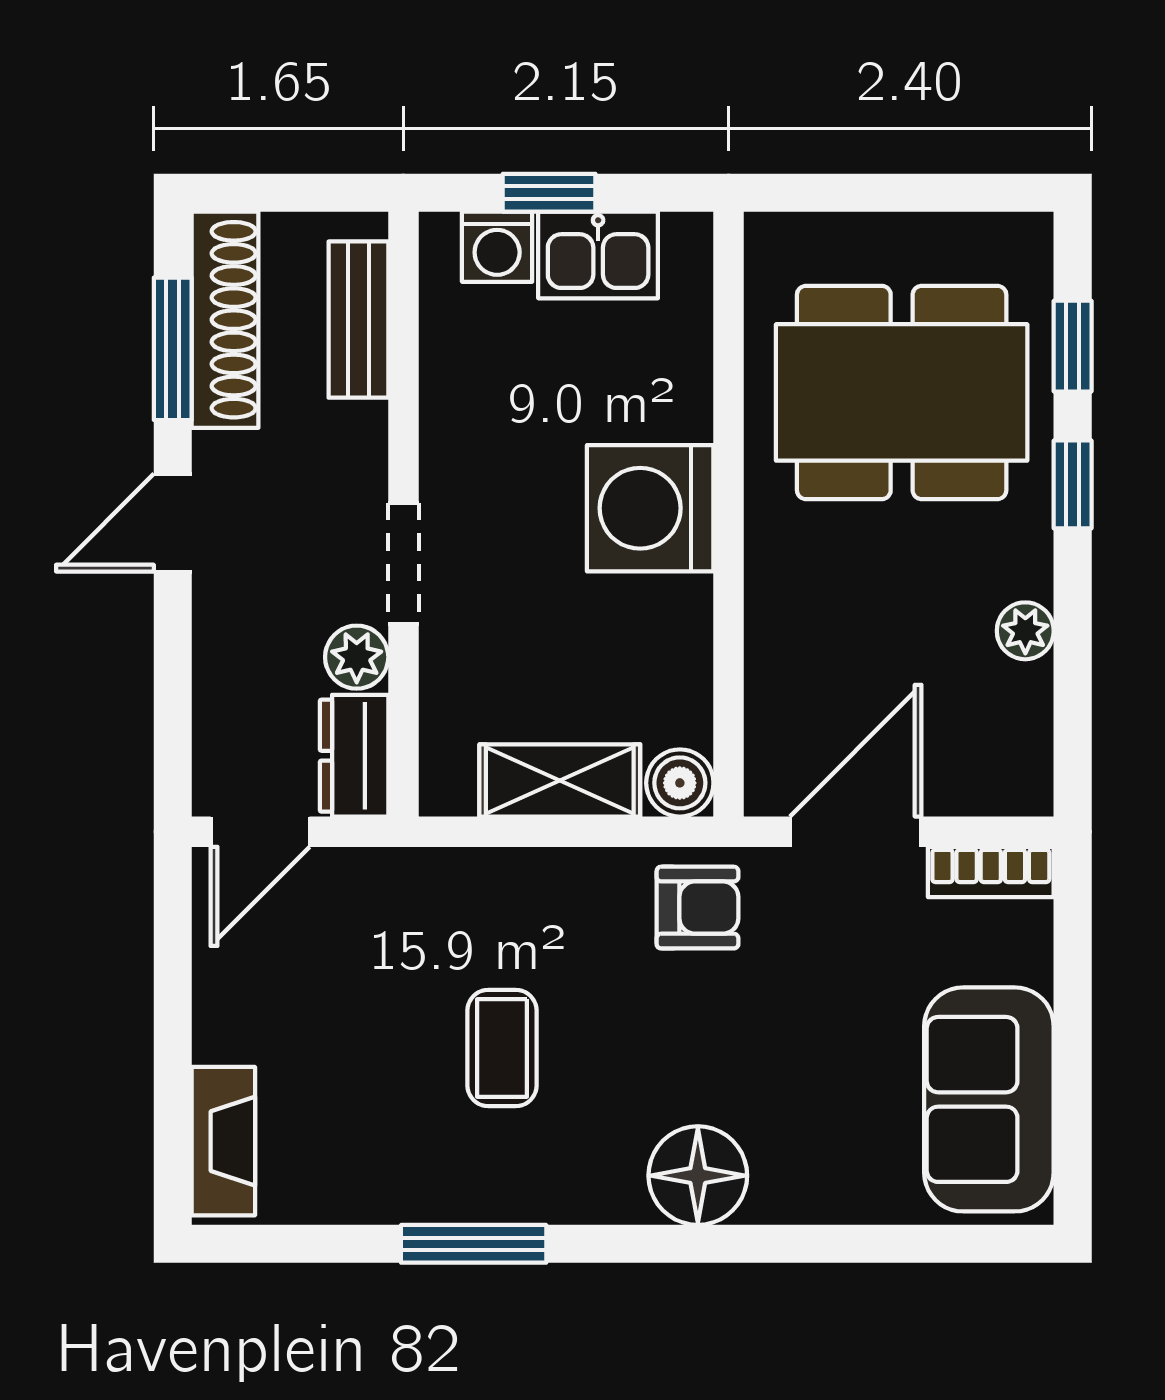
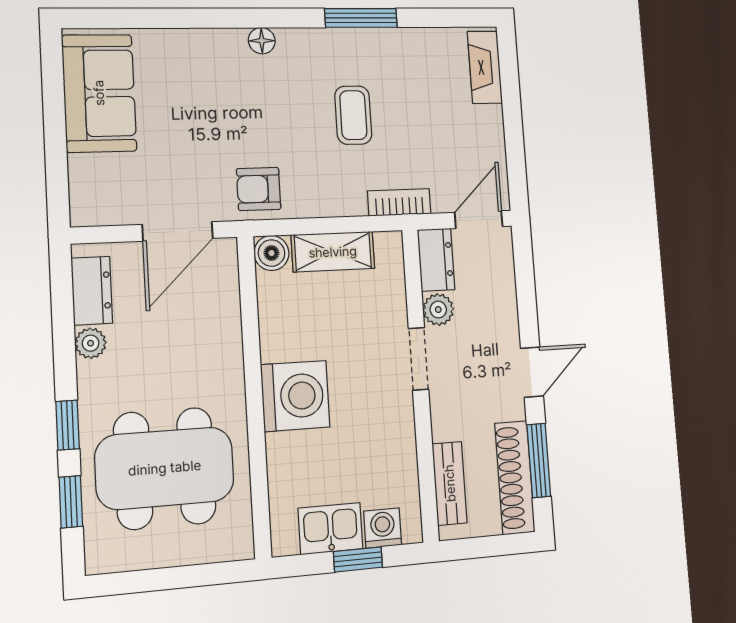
dresser: (1019, 728) -> (92, 291), added
bookcase: (991, 872) -> (399, 202), moved
floor lamp: (698, 1176) -> (262, 41), width x0.53, depth x0.53

